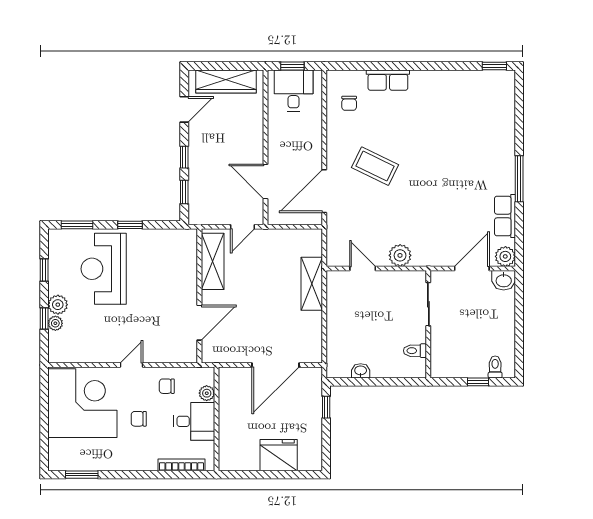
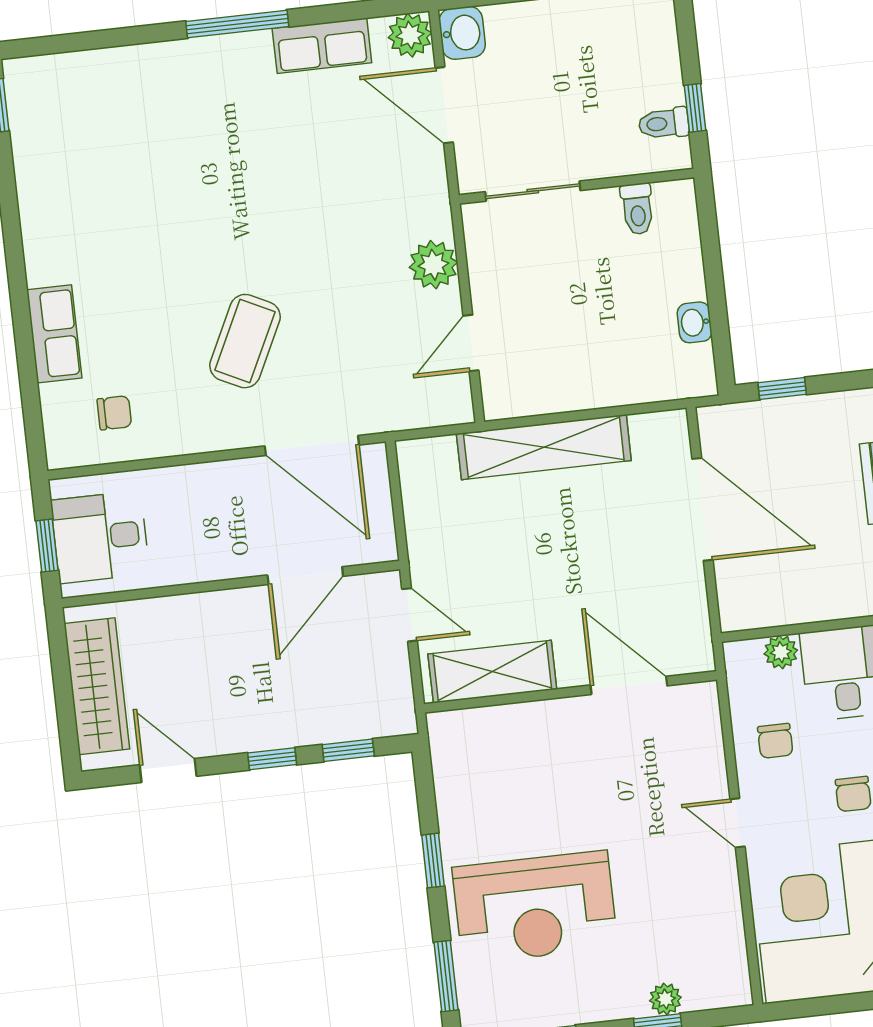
shelving: (312, 284) -> (544, 447), width x1.47
plant: (58, 305) -> (624, 998), removed
toilet: (495, 367) -> (664, 123), moved
window: (478, 382) -> (695, 108), moved

